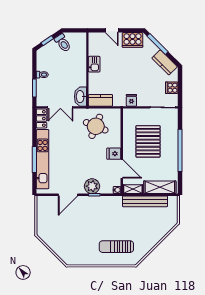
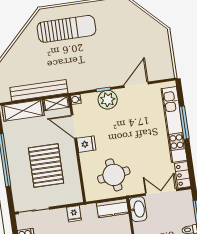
round table: (96, 126) -> (114, 175), turned -32
sun lounger: (116, 247) -> (66, 29), width x1.36, depth x1.34

